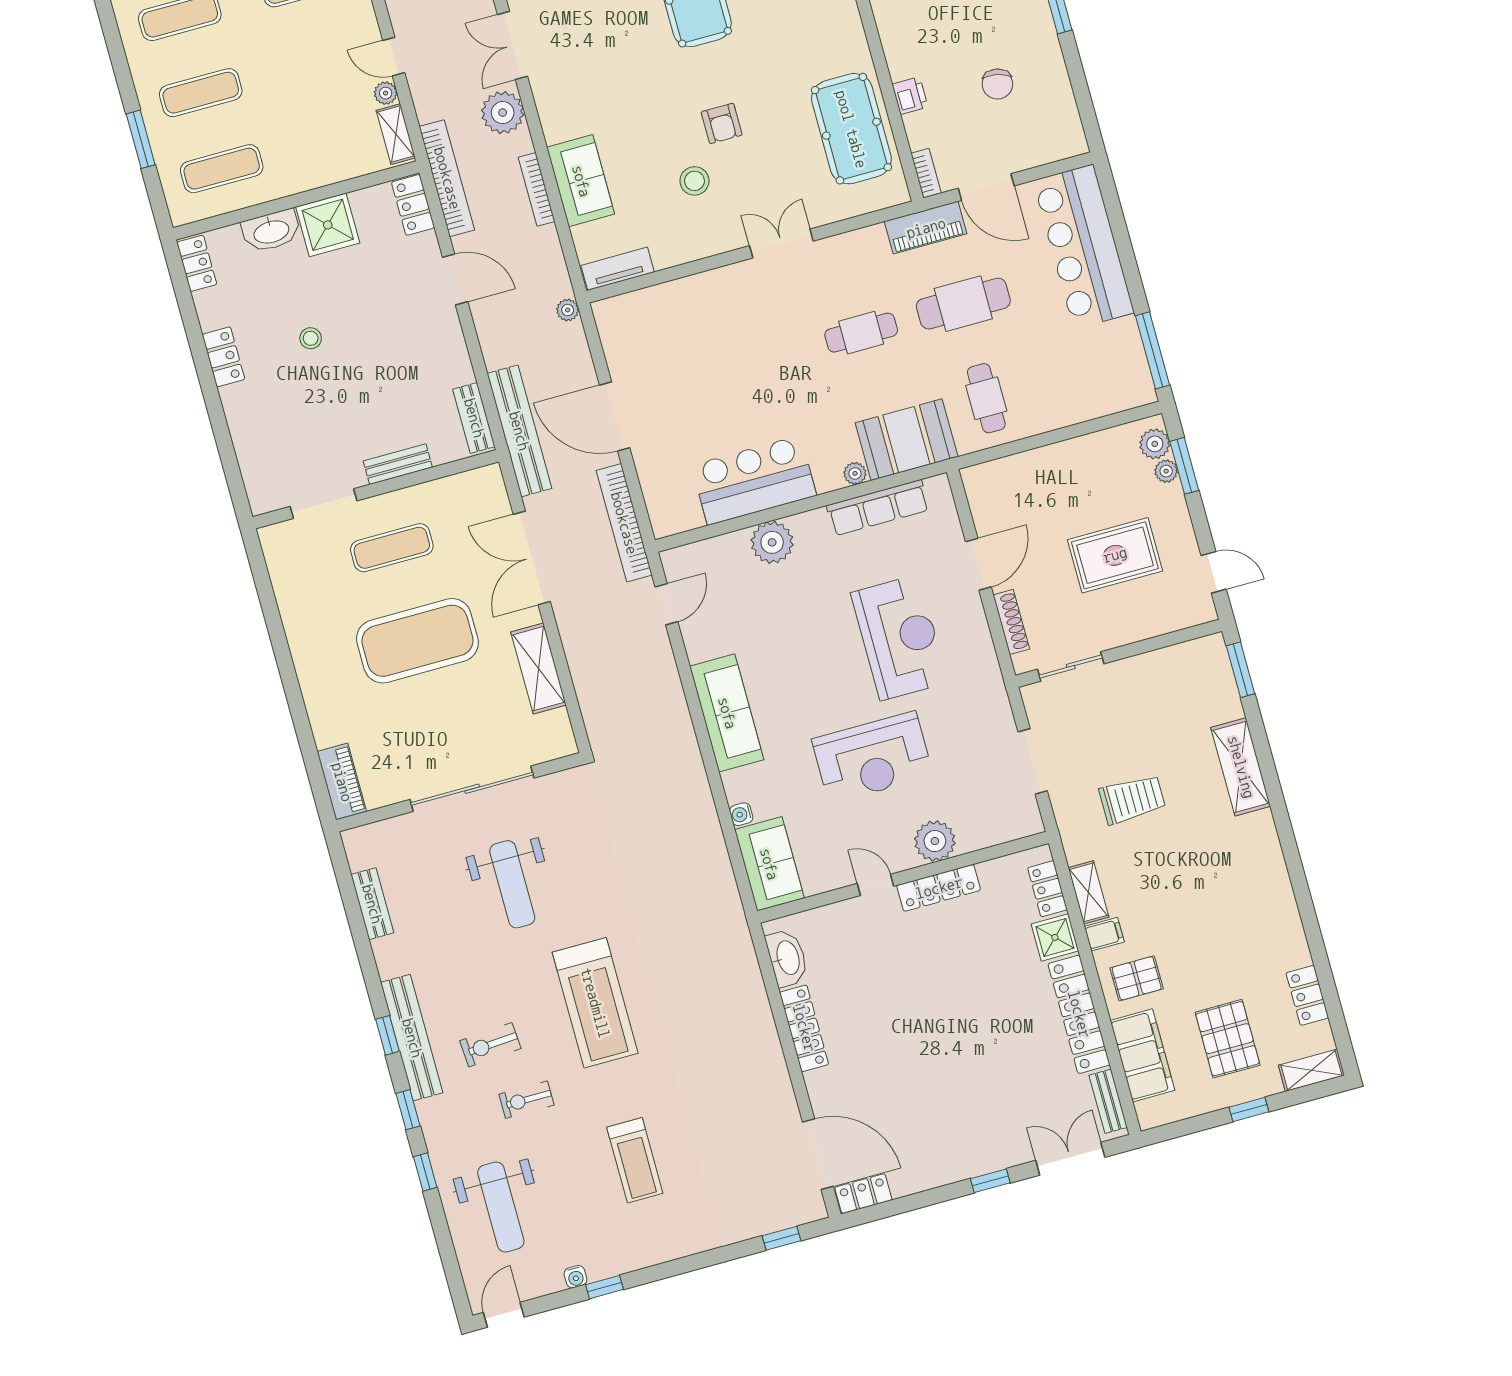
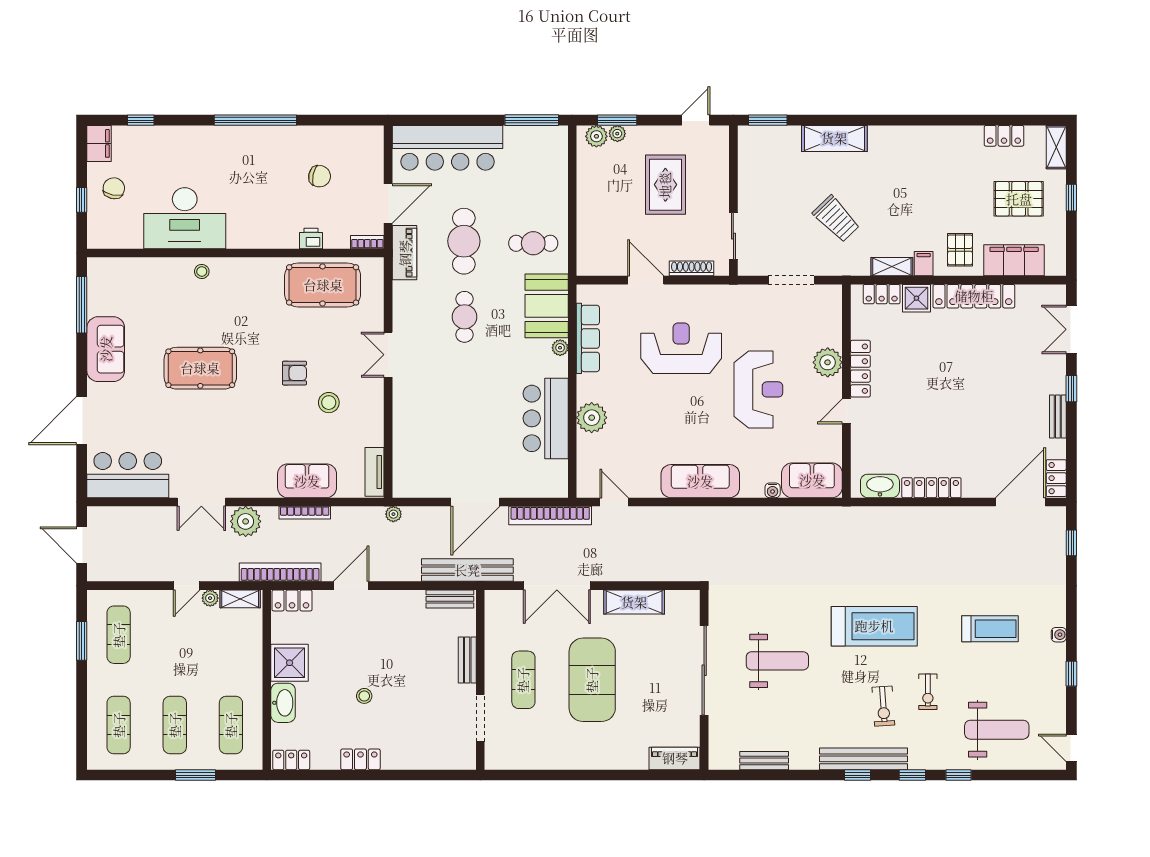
trolley: (1132, 799) -> (836, 219), turned 136
bench: (1108, 1101) -> (1058, 416), moved, turned 90
water cooler: (575, 1277) -> (1059, 635), moved

